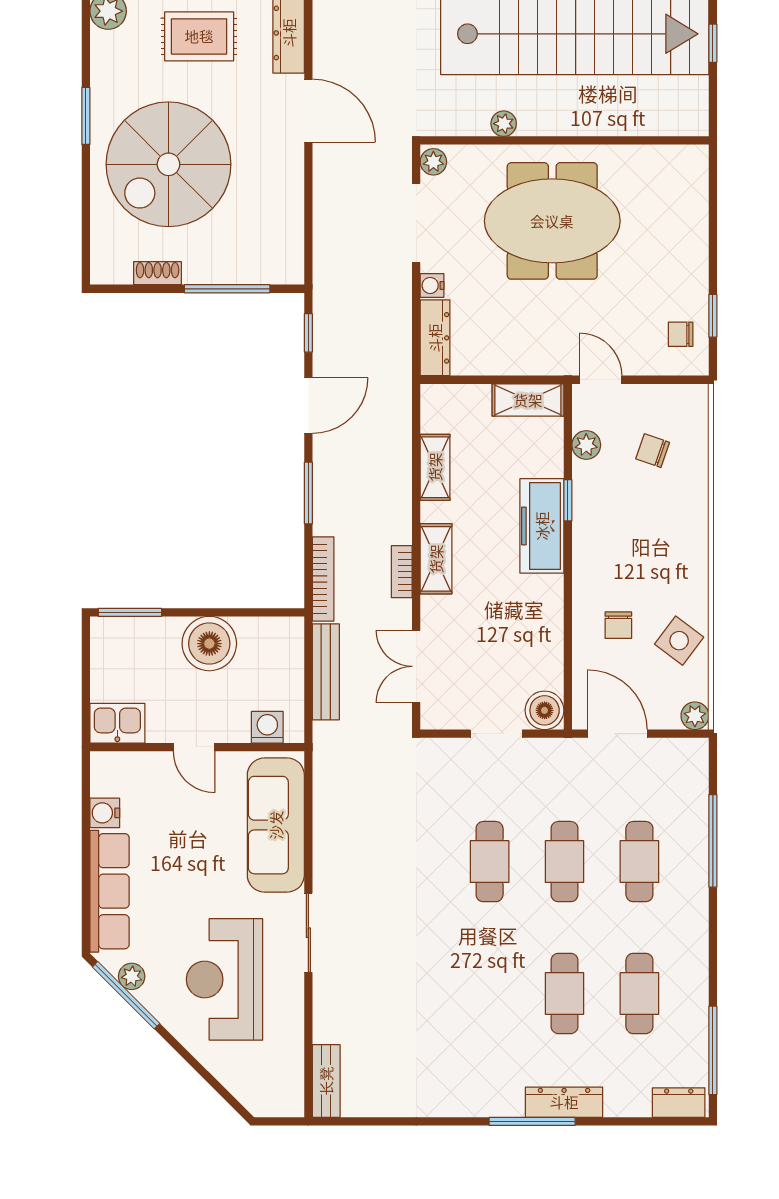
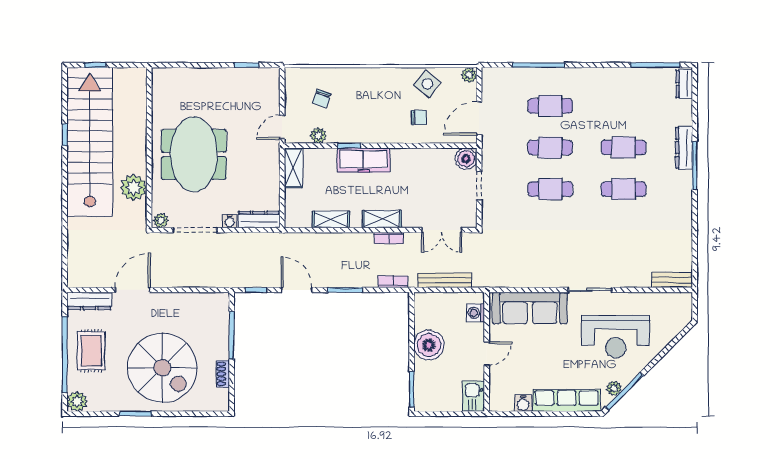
plant: (504, 124) -> (134, 188), width x1.88, depth x1.88
chair: (681, 334) -> (257, 83), removed
bookcase: (323, 579) -> (393, 282), width x0.64
cafe table: (639, 993) -> (624, 189), moved

